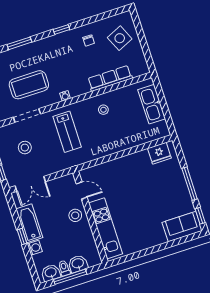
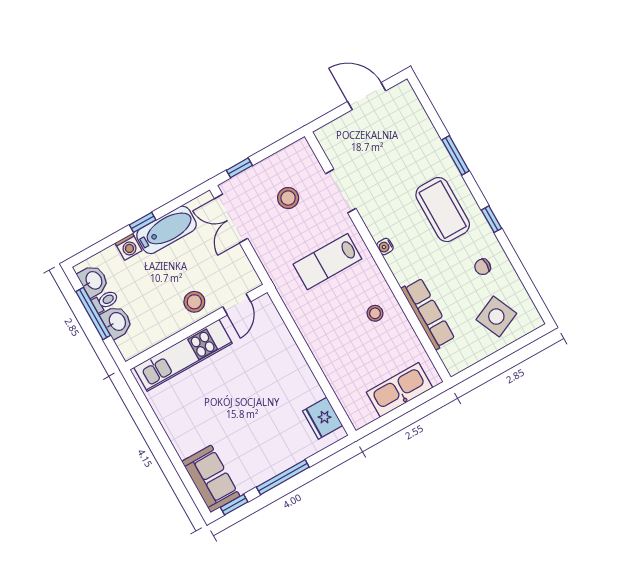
coffee table: (29, 85) -> (443, 210), moved

